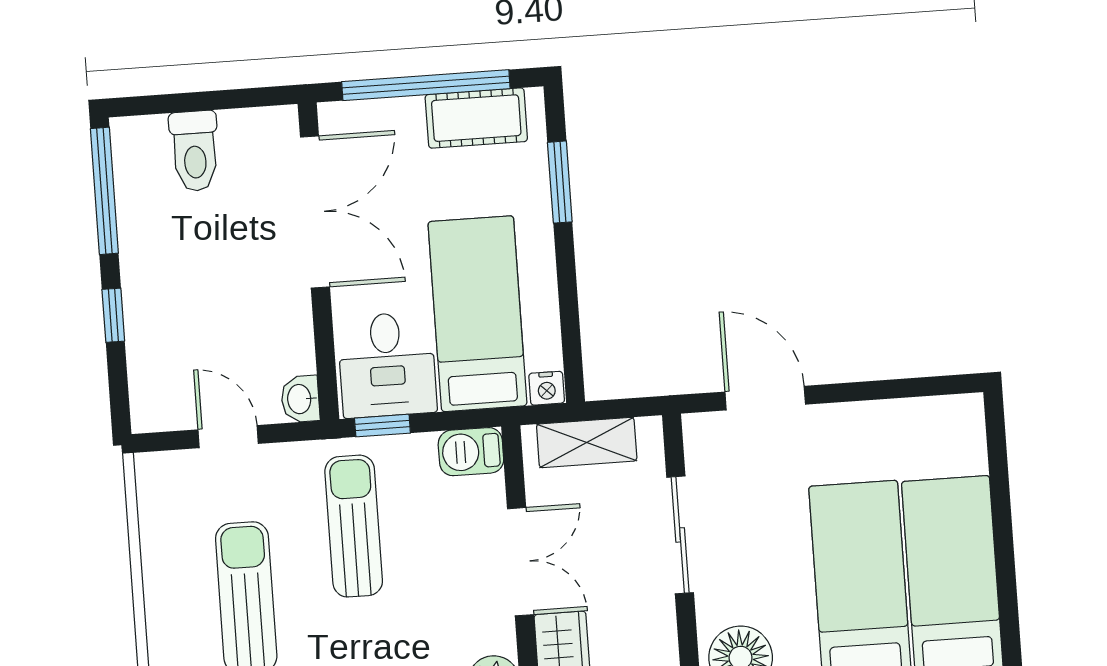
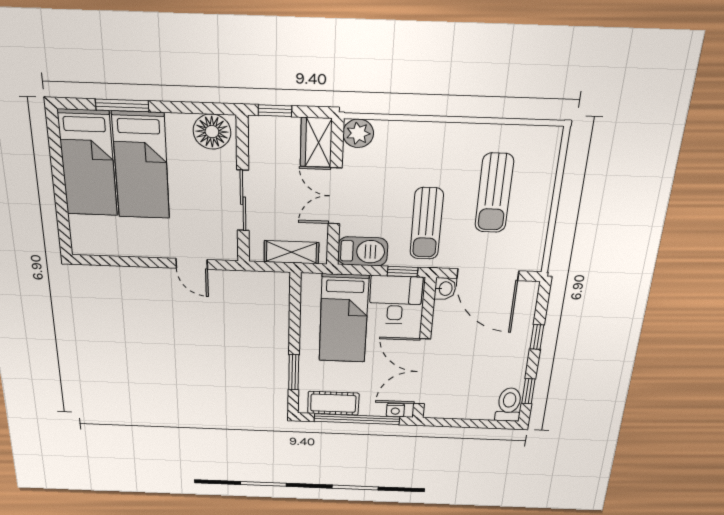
toilet: (195, 151) -> (509, 405), moved
window: (104, 191) -> (528, 391), width x0.46
nightstand: (547, 388) -> (395, 410), moved, turned 180
door: (765, 398) -> (192, 264), width x0.73
door: (228, 437) -> (488, 275), width x1.87
barbecue: (471, 452) -> (363, 251), width x1.38, depth x1.27

